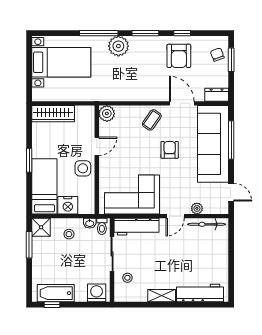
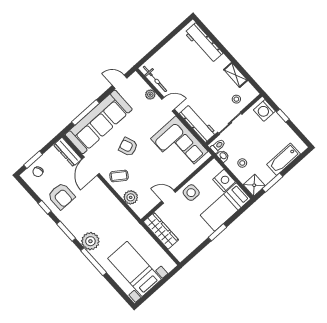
armchair: (179, 56) -> (61, 196), turned 90
dresser: (217, 95) -> (68, 152), width x1.44
wardrobe: (53, 114) -> (161, 231), moved
plant: (107, 114) -> (131, 197), moved
armchair: (170, 150) -> (128, 147), turned 69
door: (231, 192) -> (120, 82), hinge flipped
bathtub: (56, 293) -> (284, 159), moved, turned 90
shelving: (162, 296) -> (236, 75), moved
window: (52, 305) -> (283, 116), moved

